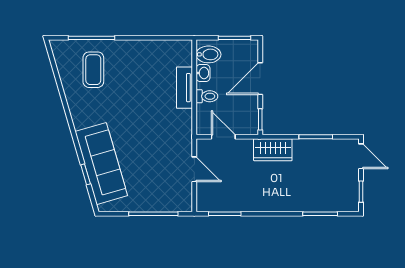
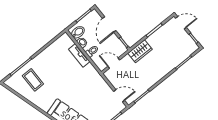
door: (194, 169) -> (119, 96), moved

